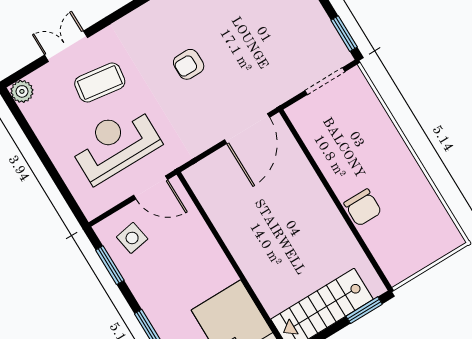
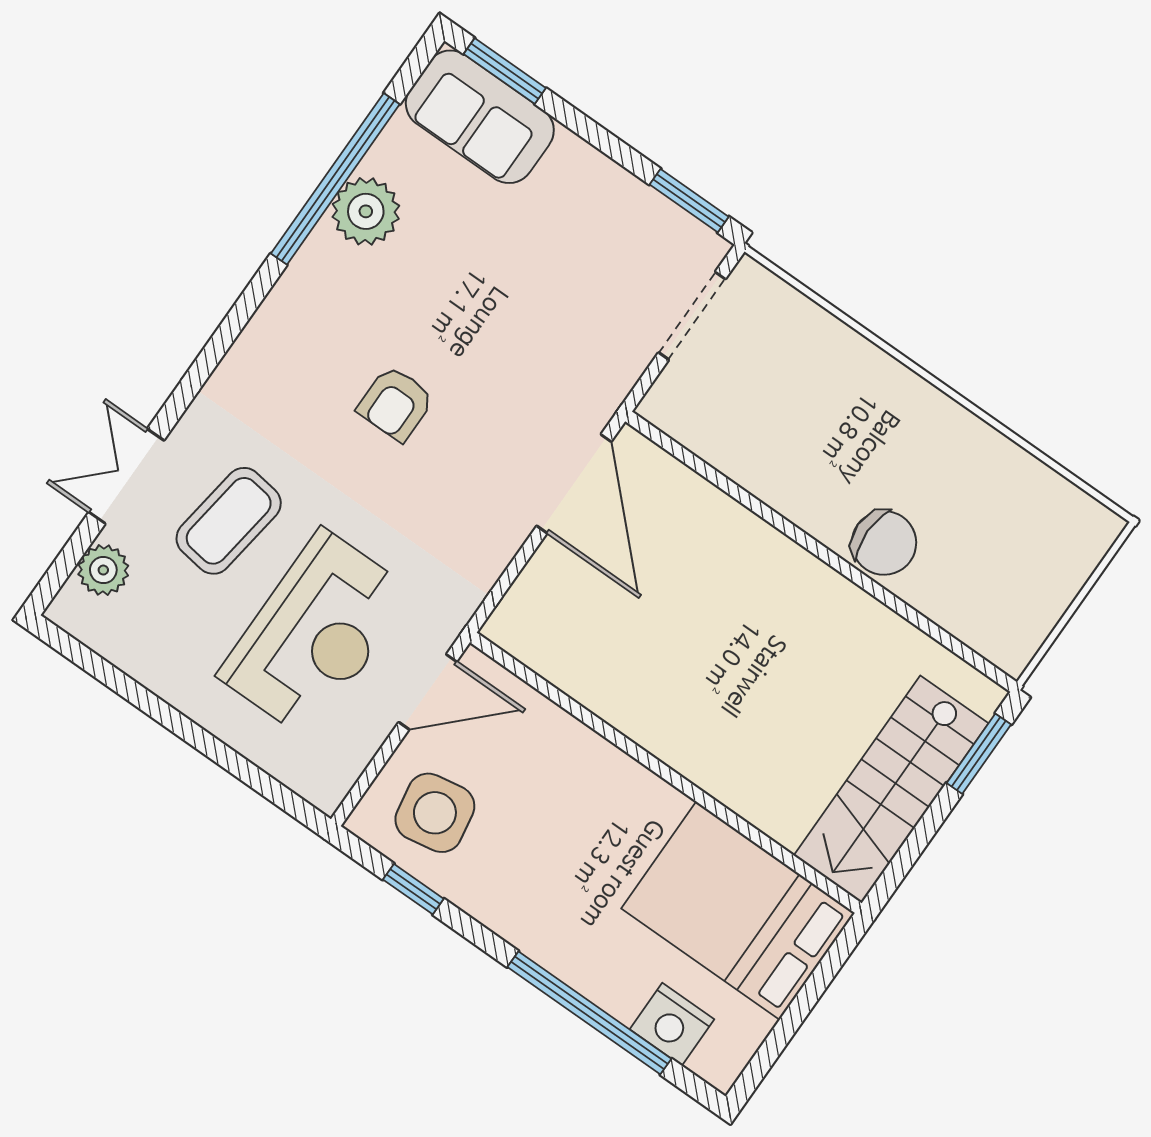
plant: (22, 91) -> (103, 570), moved
reception desk: (115, 144) -> (315, 634), turned 180
side table: (132, 238) -> (435, 813), width x1.37, depth x1.37
window: (110, 265) -> (413, 889), width x0.67

